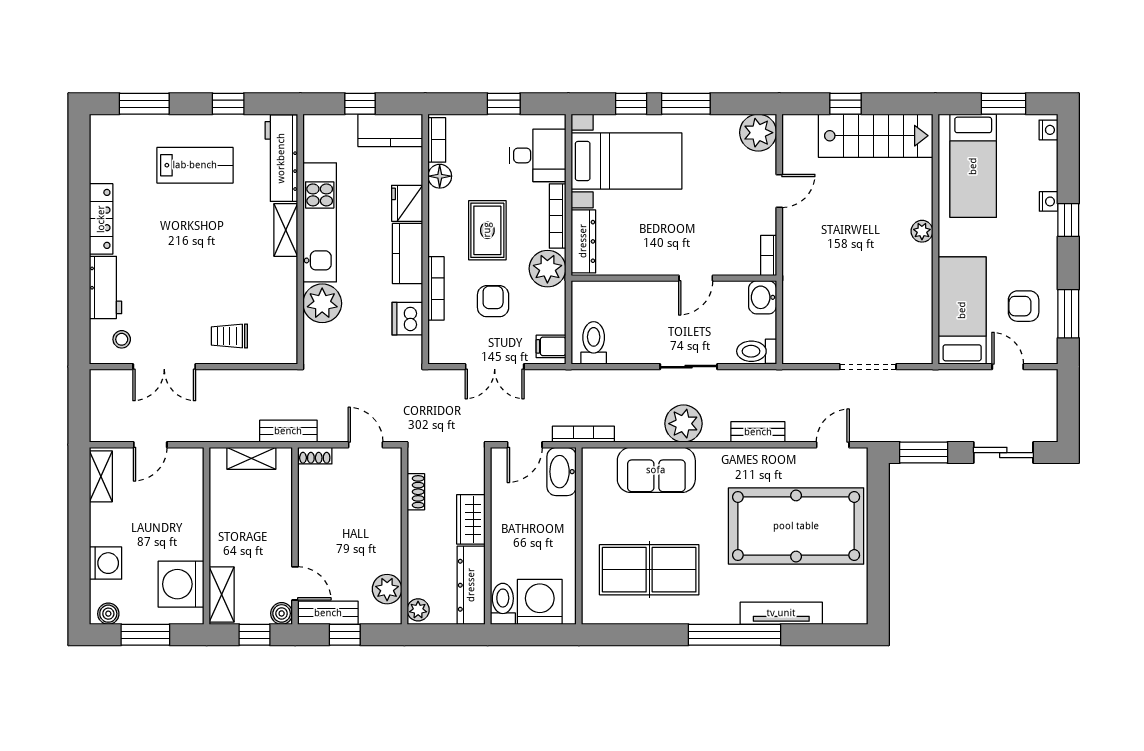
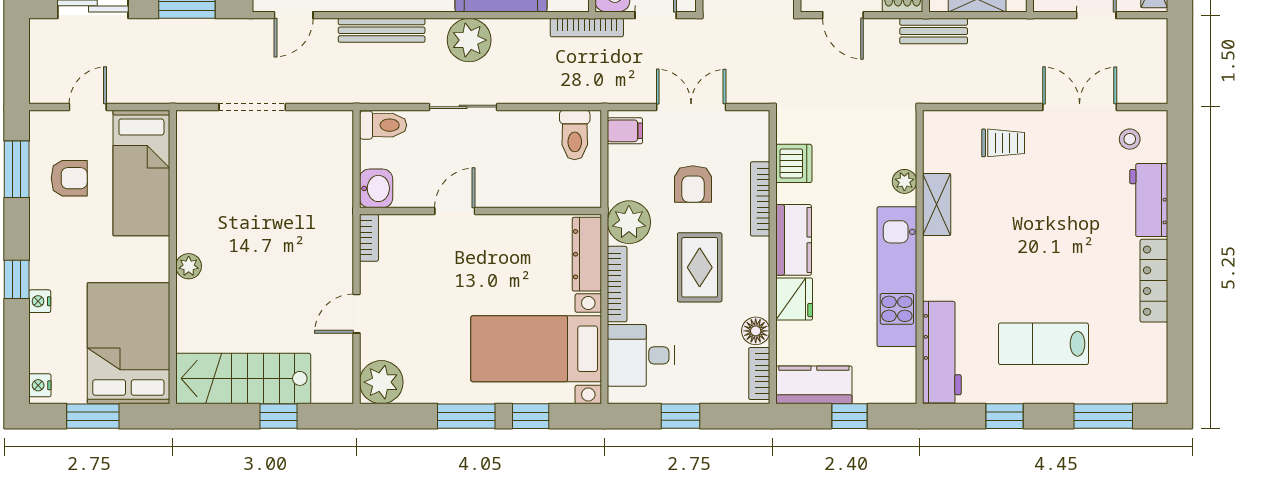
bed: (973, 166) -> (128, 343), width x1.50
shelving: (286, 230) -> (937, 205), moved
plant: (322, 303) -> (904, 181), width x0.53, depth x0.53
door: (1008, 367) -> (88, 107), swing flipped
bench: (758, 432) -> (382, 30), width x1.36

